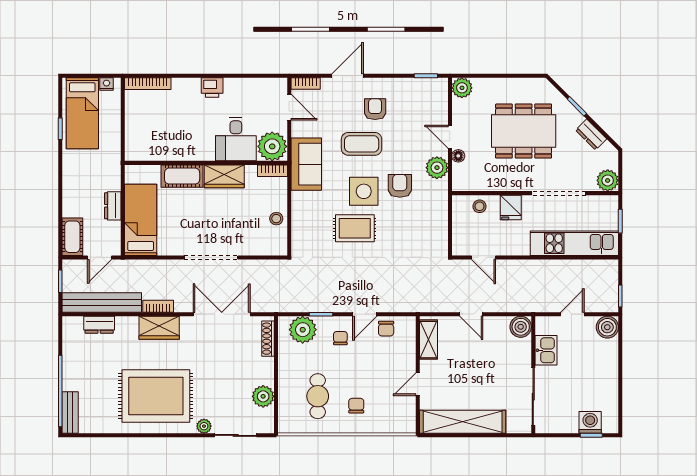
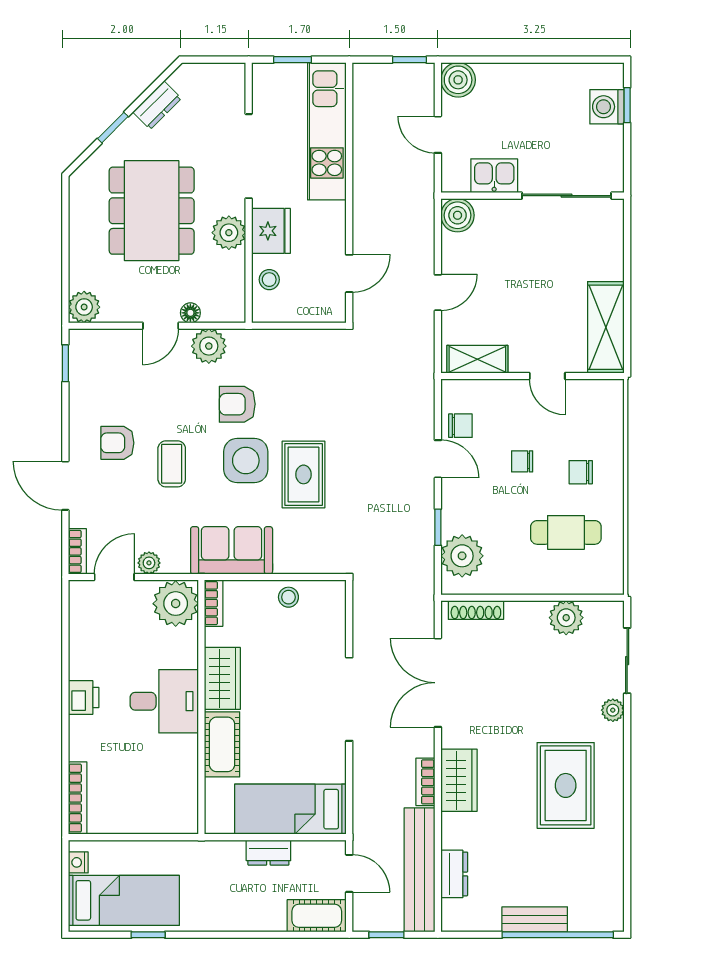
plant: (298, 129) -> (149, 563), added
desk: (236, 139) -> (164, 701), moved
coffee table: (362, 144) -> (172, 464), width x0.73, depth x0.77
sofa: (306, 164) -> (232, 550), moved
plant: (608, 180) -> (229, 233), moved
fridge: (511, 207) -> (271, 231), width x1.38
chair: (340, 338) -> (522, 461), moved
rug: (156, 396) -> (566, 785), width x0.73, depth x0.69
bench: (70, 412) -> (535, 919), moved
shelving: (463, 422) -> (606, 327), width x0.68

